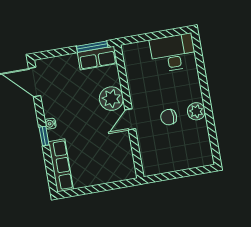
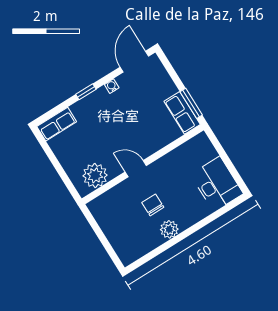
plant: (111, 99) -> (95, 175), moved
water cooler: (50, 124) -> (112, 86), moved
row of seats: (61, 165) -> (57, 124), width x0.68

